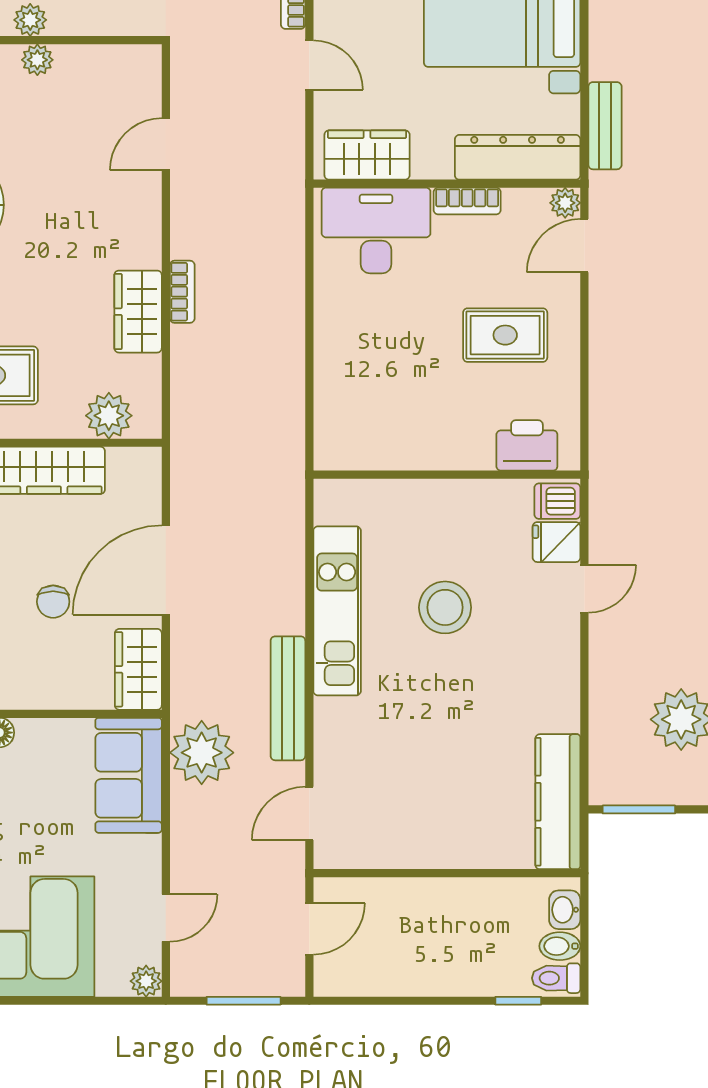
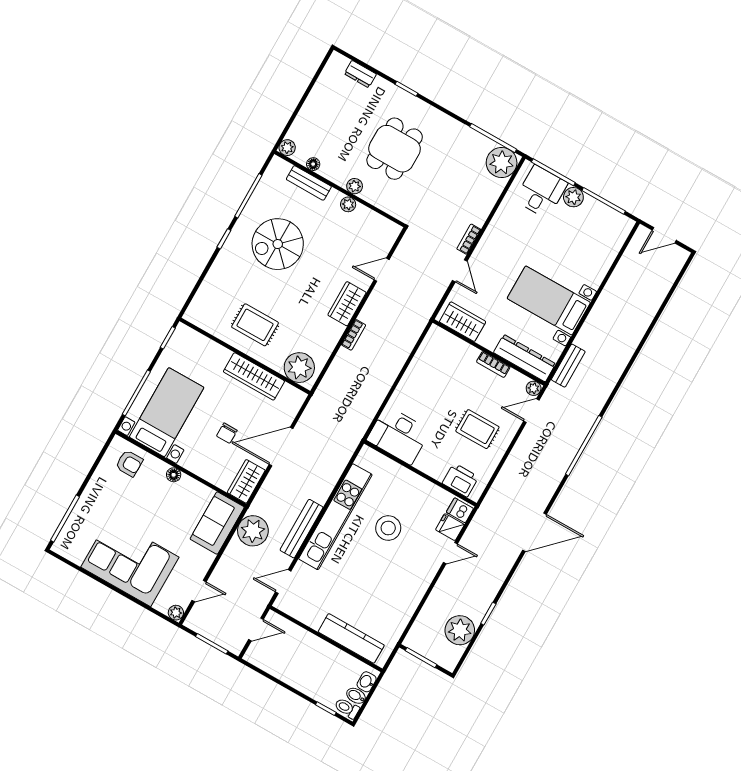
desk: (376, 230) -> (398, 435), moved, turned 180
wardrobe: (138, 312) -> (347, 304), moved
plant: (109, 416) -> (299, 368), width x1.36, depth x1.36
kitchen unit: (337, 611) -> (335, 517), width x1.36
kitchen counter: (558, 802) -> (351, 638), moved, turned 90

